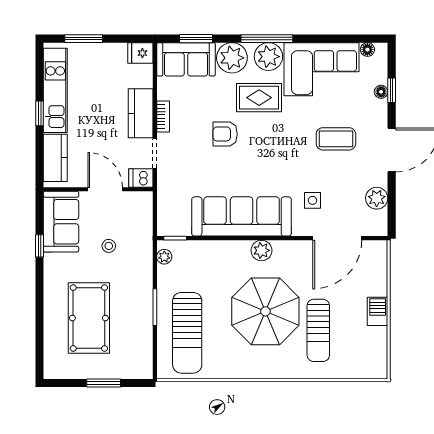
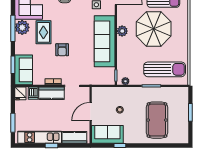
plant: (232, 58) -> (23, 46), removed
dishwasher: (141, 178) -> (33, 93), moved
pool table: (89, 318) -> (157, 120), turned 90

